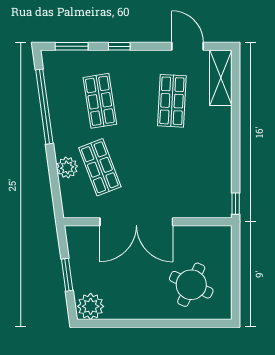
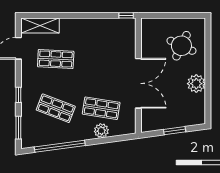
shop shelf: (100, 101) -> (56, 108), turned 30
shop shelf: (100, 167) -> (101, 108), turned 30
plant: (91, 306) -> (196, 84), moved

